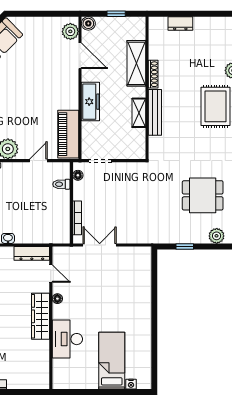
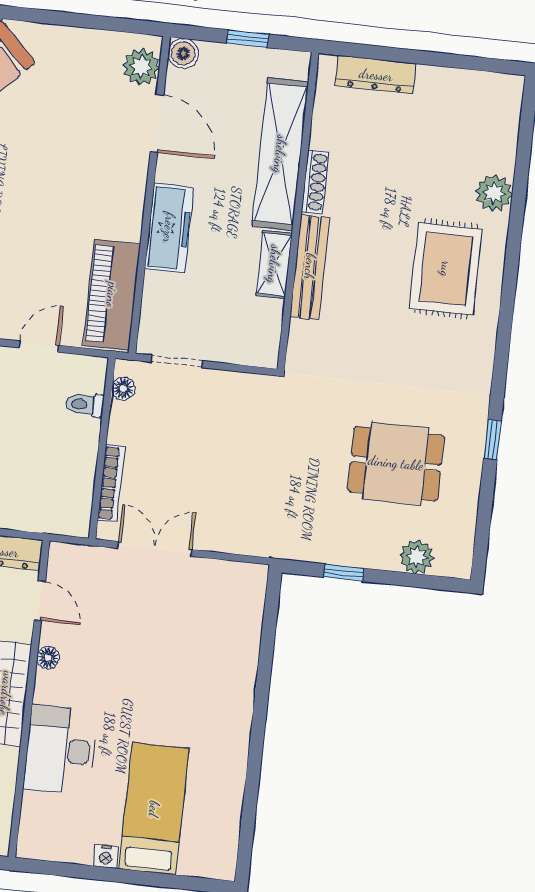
dresser: (180, 23) -> (376, 75), width x1.44
shelving: (136, 63) -> (280, 154), width x1.47
nightstand: (131, 384) -> (106, 856), moved

